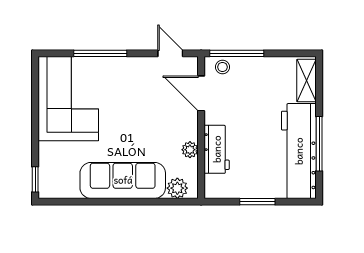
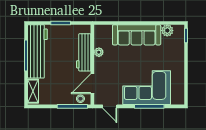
door: (201, 93) -> (92, 84), swing flipped
corner sofa: (68, 99) -> (147, 88), moved, turned 90
workbench: (217, 149) -> (84, 52), width x1.38
plant: (177, 188) -> (167, 30), moved

